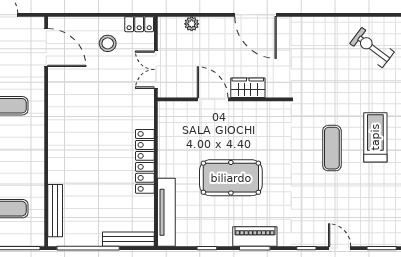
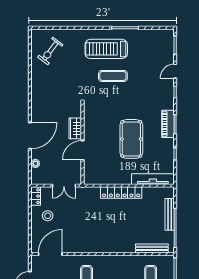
door: (256, 15) -> (30, 136), moved
treadmill: (375, 137) -> (106, 49), width x1.37, depth x1.38
bench: (128, 239) -> (170, 214), moved

